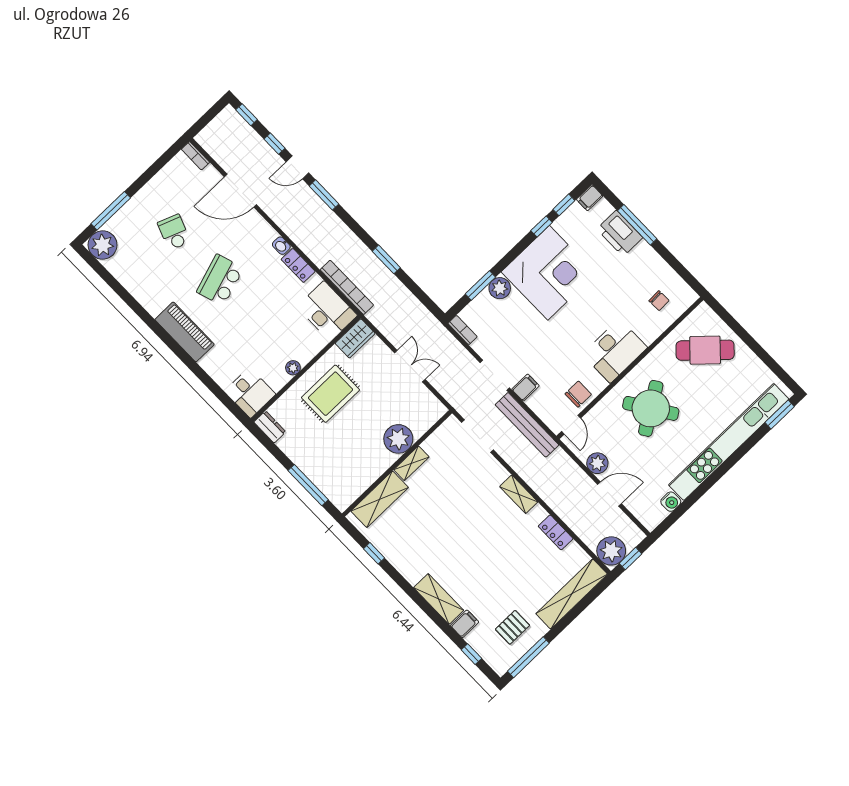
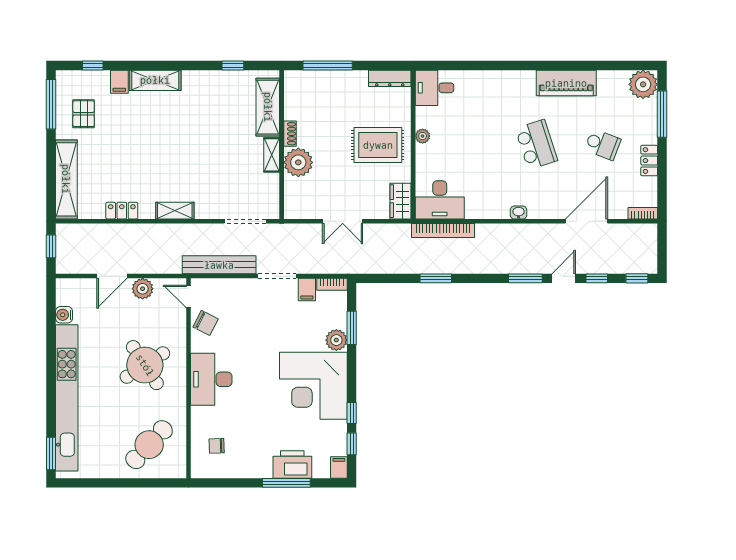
locker: (298, 265) -> (649, 161), moved, turned -90
piano: (185, 332) -> (566, 83), moved
filing cabinet: (525, 388) -> (307, 290), moved
rug: (330, 394) -> (378, 145), turned 90
chair: (578, 394) -> (206, 323), turned -63
dresser: (270, 427) -> (390, 78), width x1.44
shoe rack: (383, 465) -> (290, 134), added
plant: (611, 551) -> (70, 238), removed

